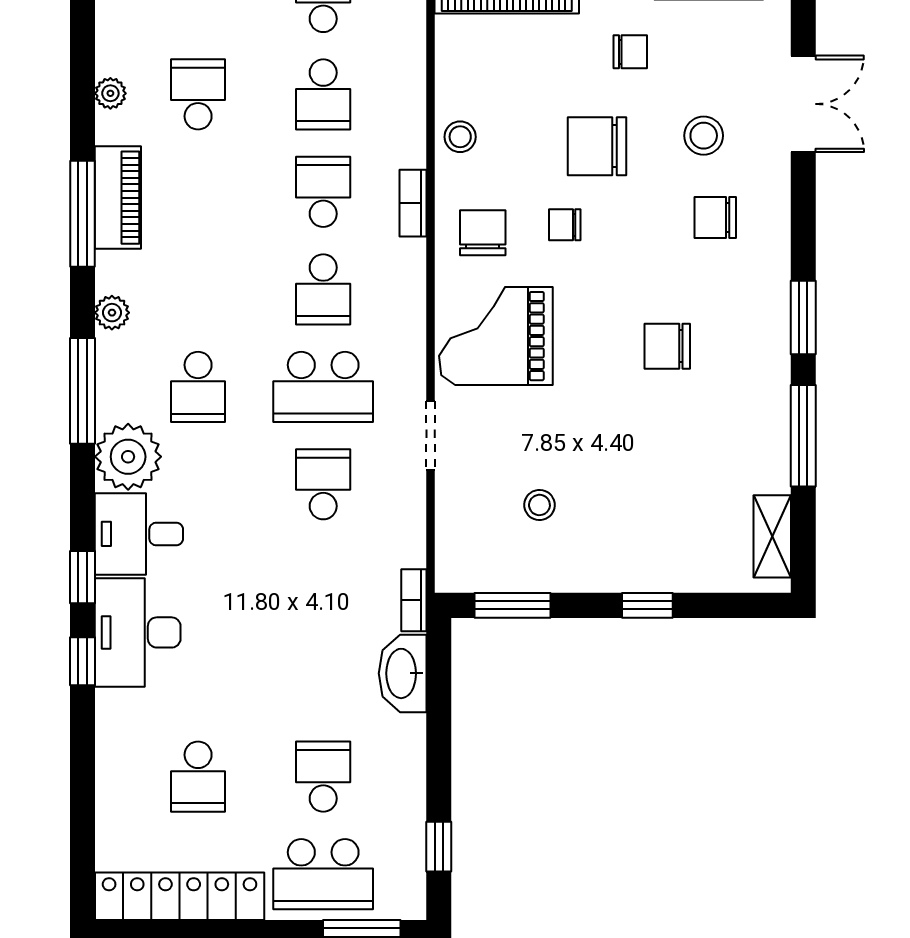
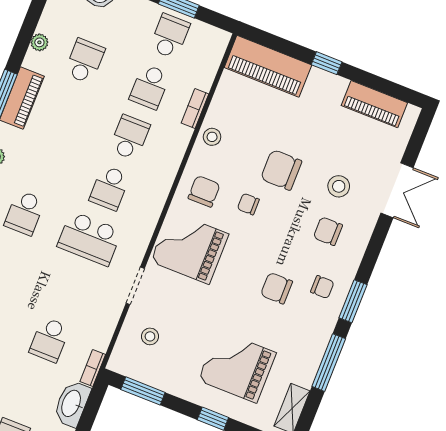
chair: (630, 52) -> (322, 287), moved
bookcase: (413, 203) -> (195, 108), moved
school desk: (323, 484) -> (49, 340), moved, turned 180
grand piano: (653, 503) -> (237, 367), added
stool: (539, 505) -> (150, 336), moved

